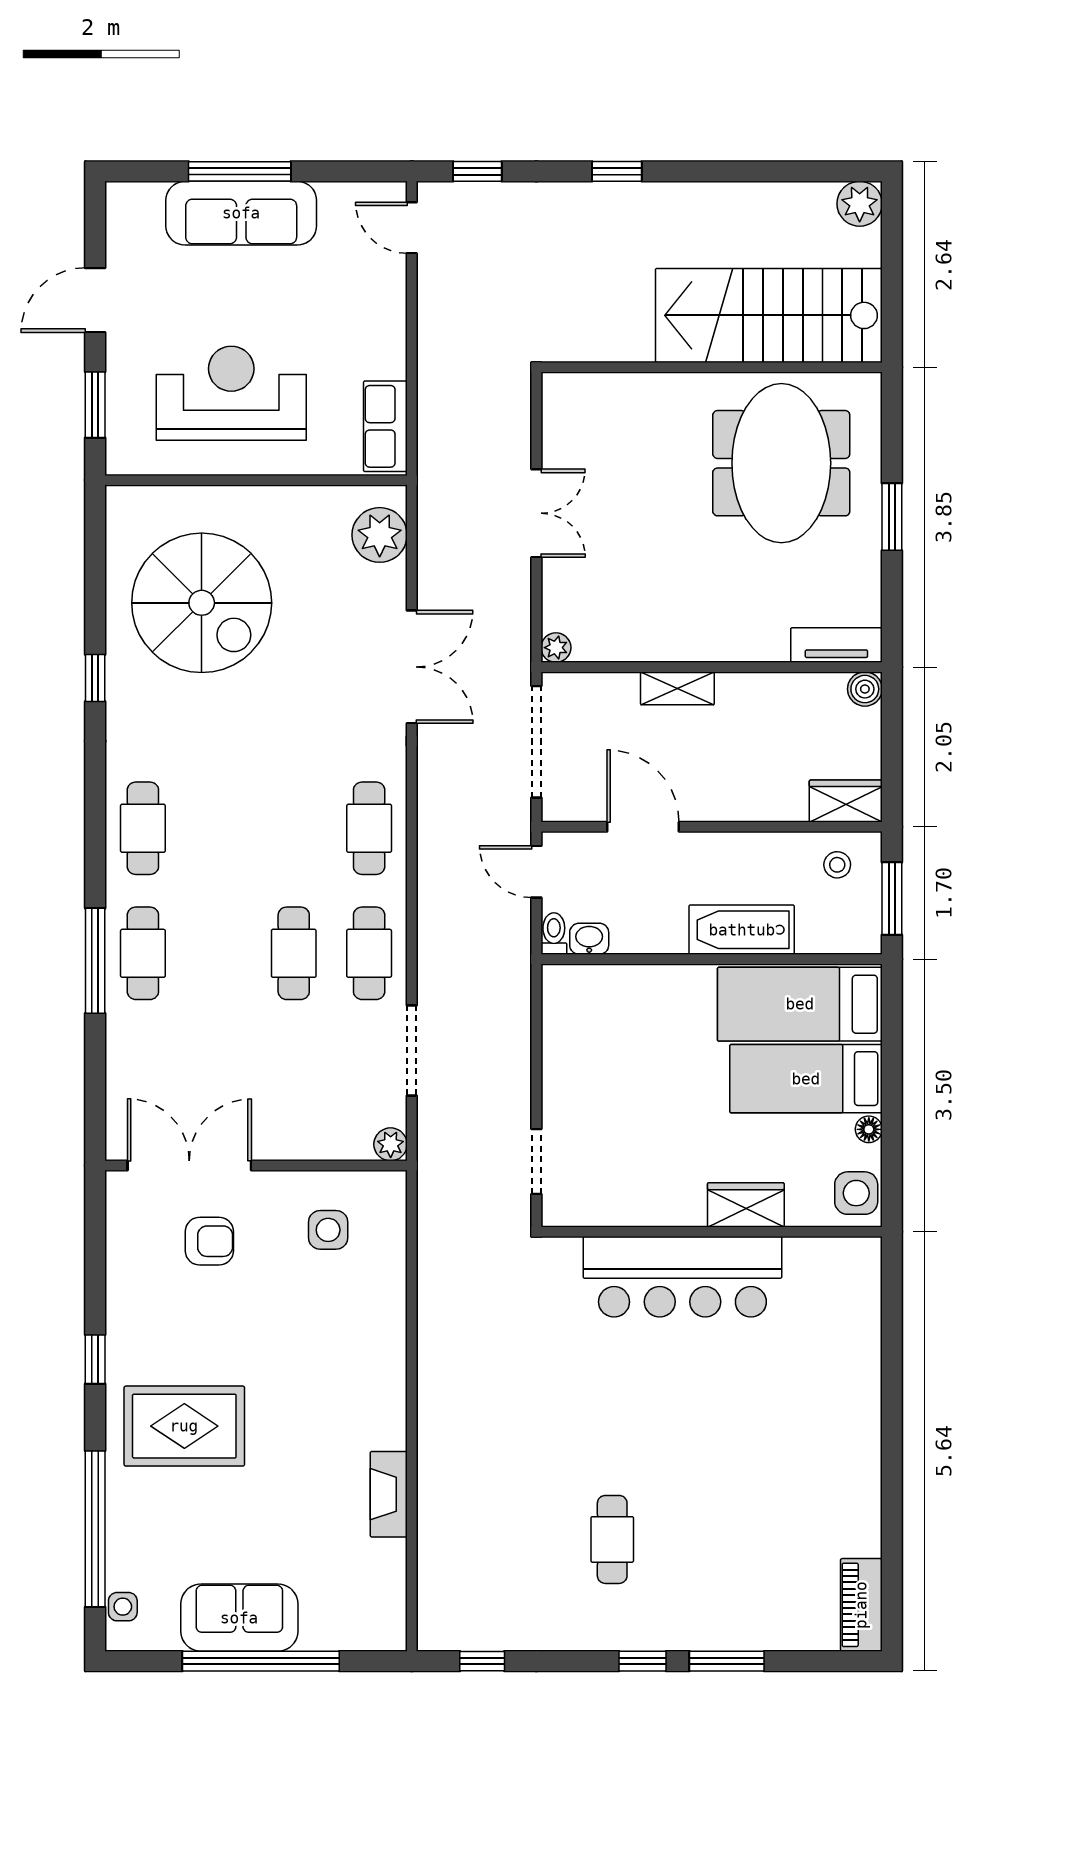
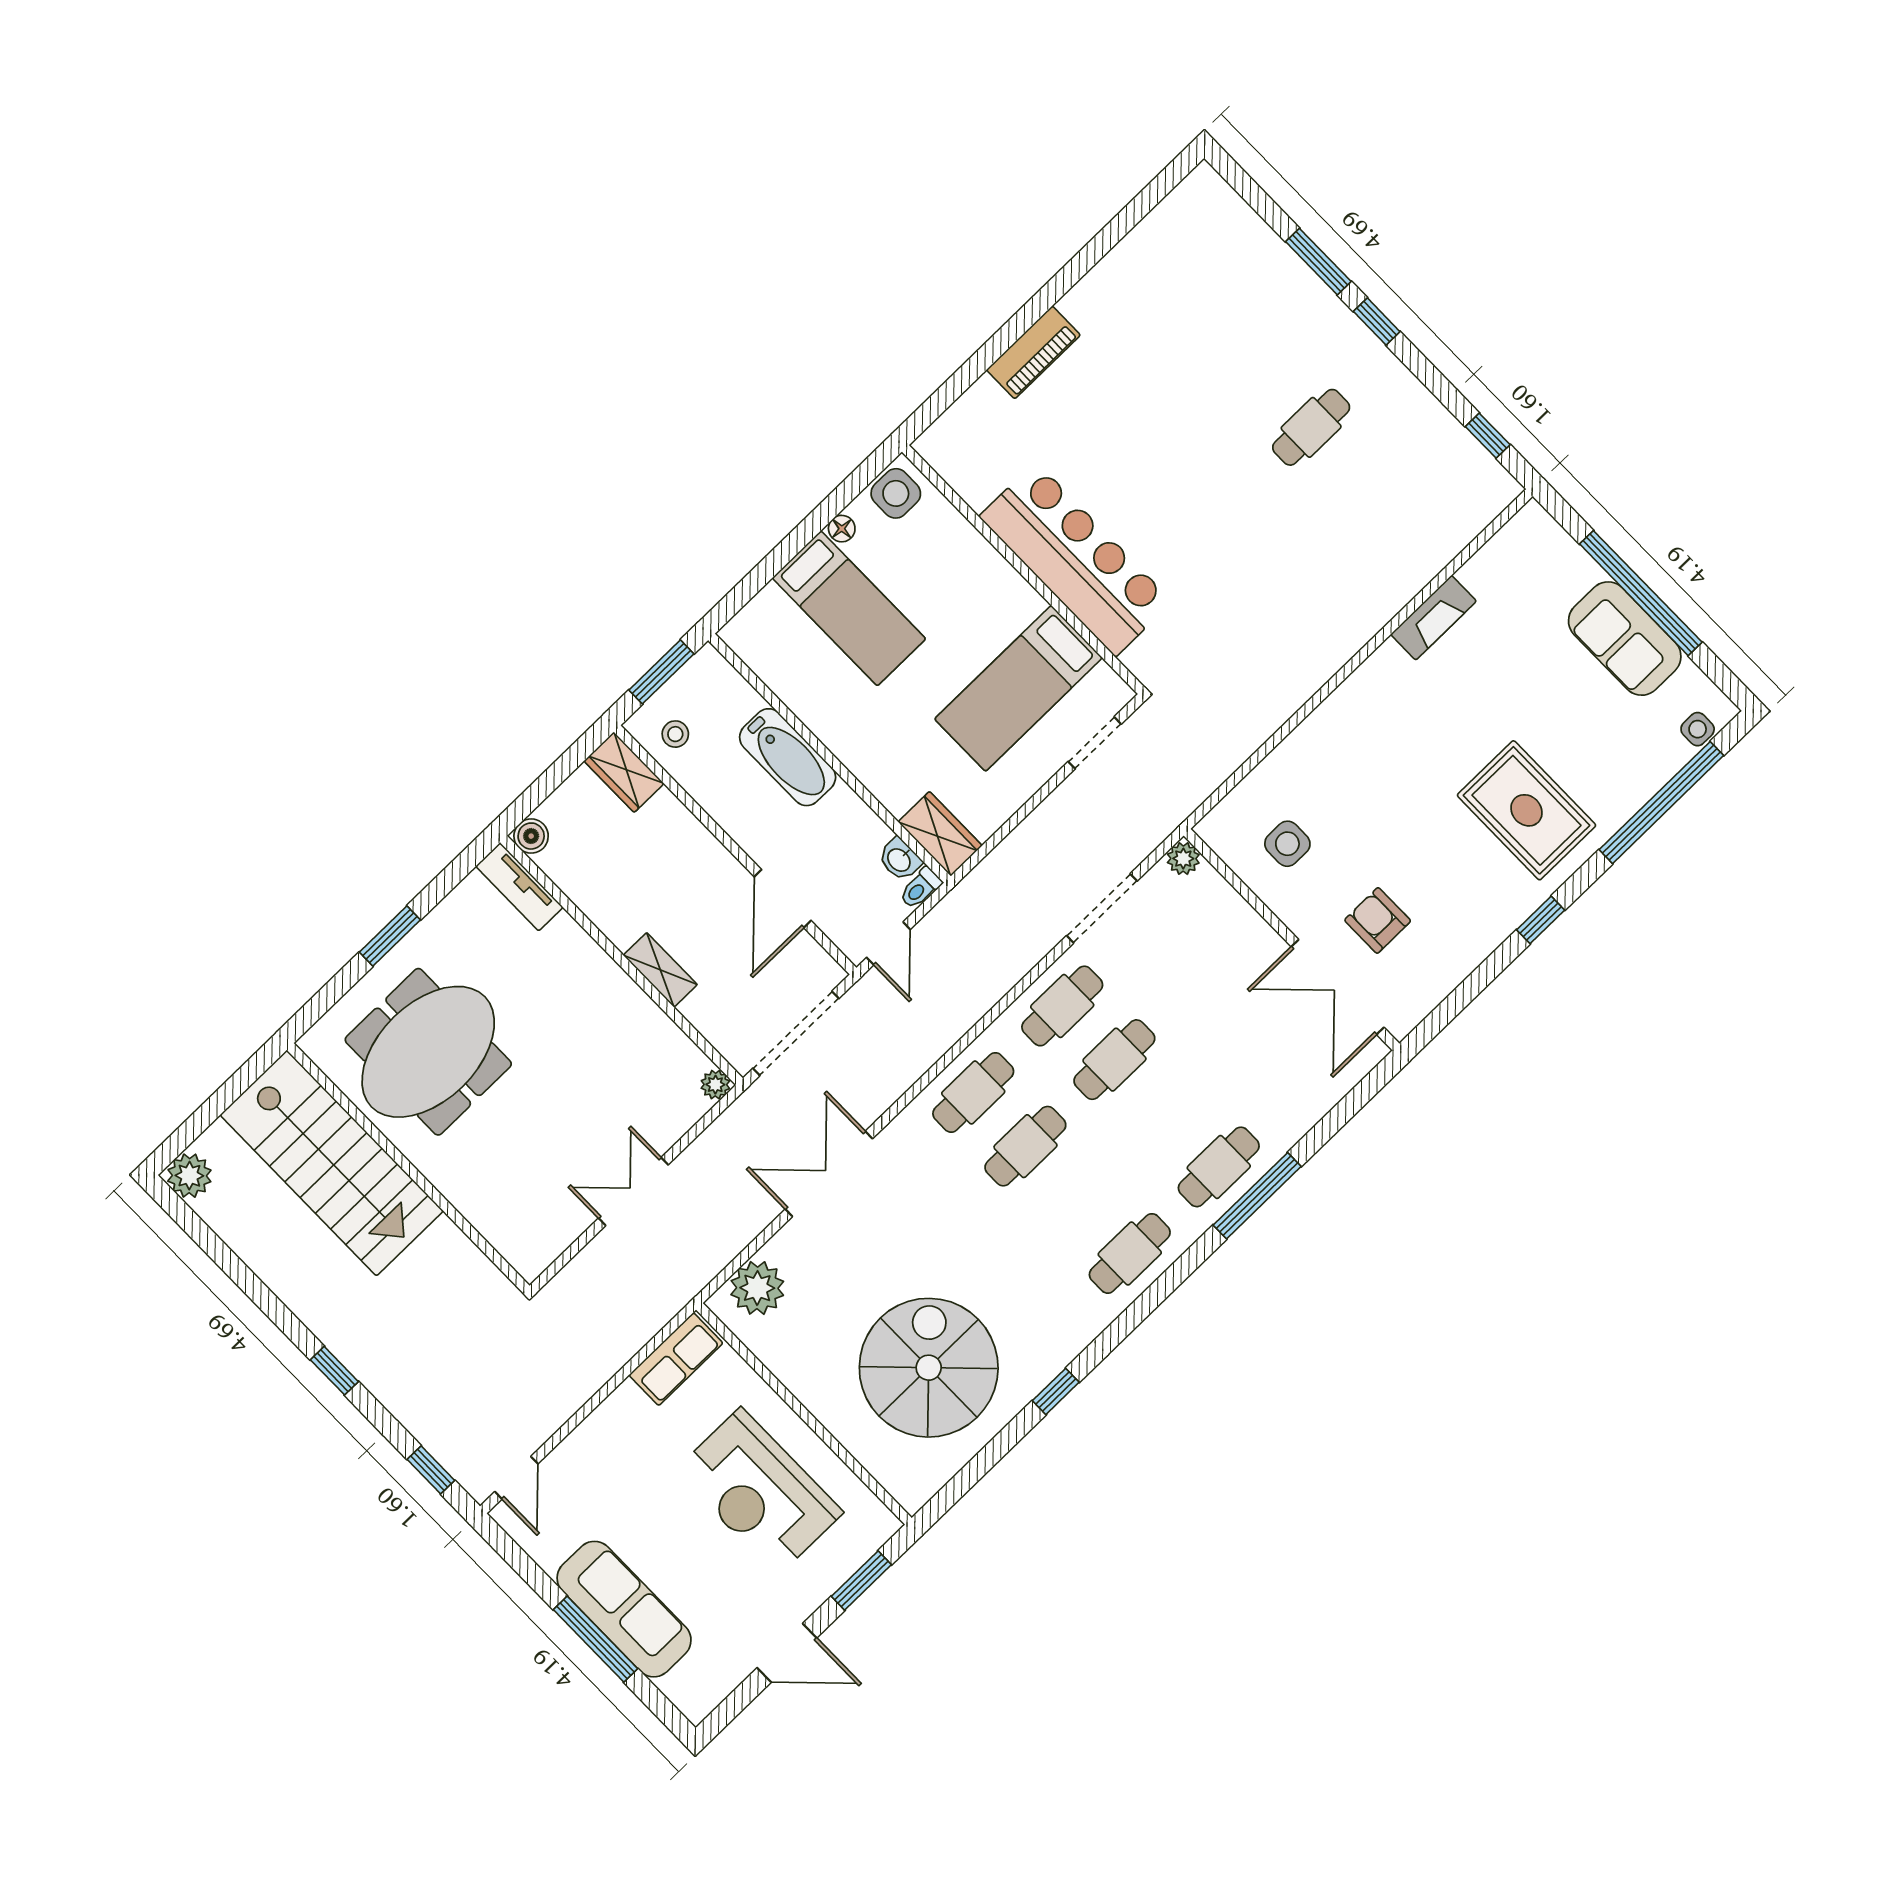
cafe table: (294, 828) -> (1025, 1146), added
bed: (800, 1004) -> (1018, 688), moved, turned 90
wardrobe: (746, 1205) -> (940, 834), moved, turned 180
piano: (861, 1605) -> (1033, 352), moved

